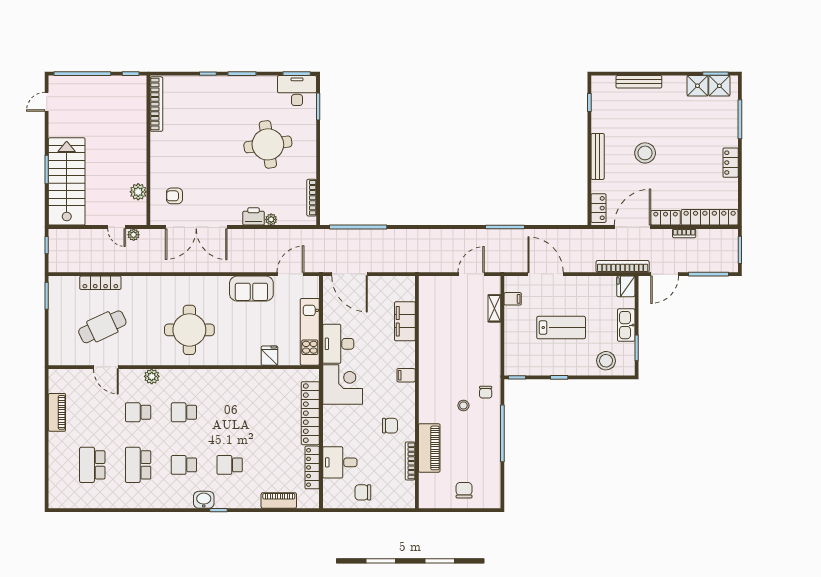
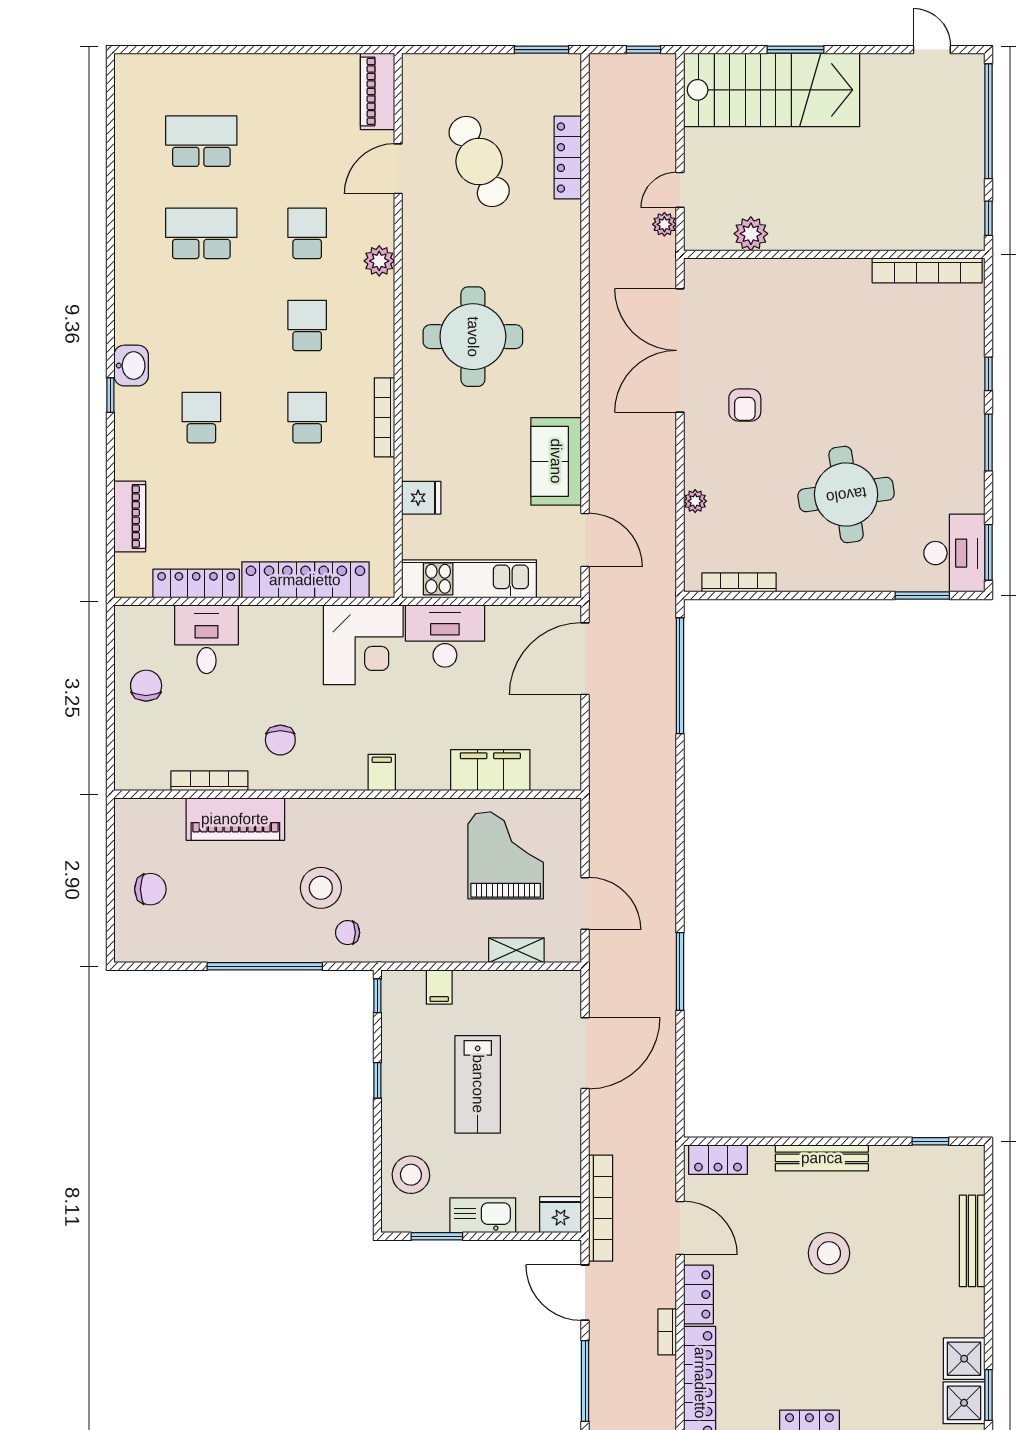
armchair: (174, 196) -> (745, 405), moved, turned 180
printer: (254, 216) -> (701, 466), removed
door: (633, 227) -> (680, 1228), width x0.73
filing cabinet: (513, 299) -> (439, 987), moved
grand piano: (447, 314) -> (506, 855), added
bookcase: (230, 374) -> (384, 417), added
stool: (463, 405) -> (321, 888), width x1.89, depth x1.89
piano: (57, 412) -> (377, 91), moved, turned 90
school desk: (184, 465) -> (307, 418), moved

